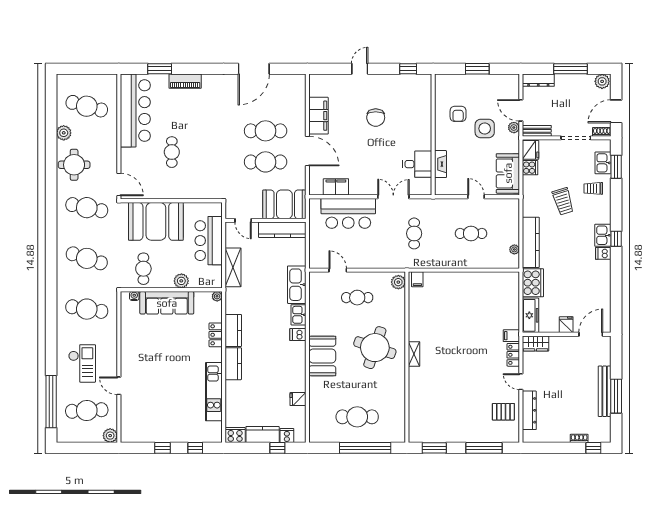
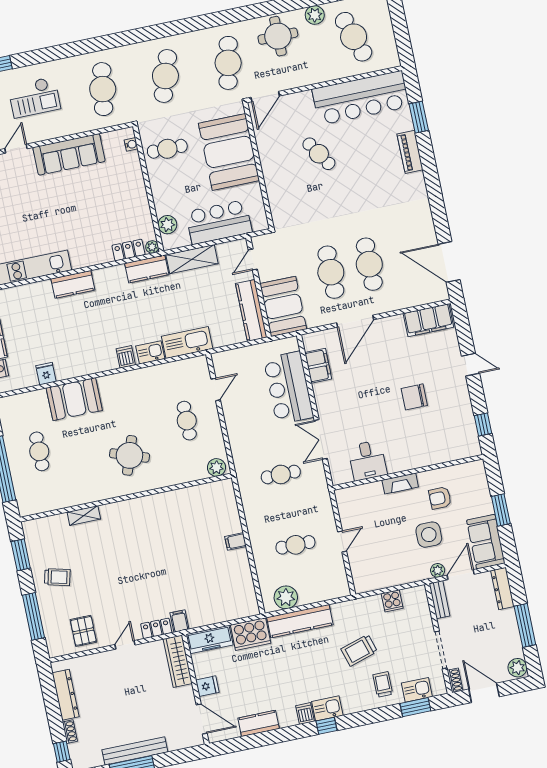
door: (254, 69) -> (449, 262), moved
cafe table: (87, 106) -> (354, 37), turned -33
filing cabinet: (319, 116) -> (428, 320), moved
fridge: (531, 150) -> (414, 597), removed
cafe table: (172, 152) -> (319, 154), turned 57
fireplace: (440, 164) -> (400, 484), moved
sofa: (508, 173) -> (486, 542), moved, turned -90
double door: (393, 197) -> (321, 439), swing flipped
cafe table: (471, 233) -> (295, 545), turned 90
plant: (514, 249) -> (286, 597), width x1.88, depth x1.88
filing cabinet: (417, 279) -> (236, 541), moved
plant: (181, 281) -> (167, 225), moved
kitchen counter: (603, 291) -> (259, 723), added
sofa: (167, 303) -> (69, 154), moved, turned -90
kitchen counter: (233, 330) -> (147, 269), moved
locker: (216, 335) -> (128, 250), moved
wardrobe: (536, 343) -> (178, 661), width x1.50
round table: (375, 348) -> (129, 455), width x0.73, depth x0.73
shelving: (414, 354) -> (84, 516), moved
booth: (322, 356) -> (74, 399), moved
dresser: (529, 410) -> (66, 695), moved, turned -90
cafe table: (357, 417) -> (39, 451), width x0.73, depth x0.74
trolley: (457, 423) -> (57, 577), added

